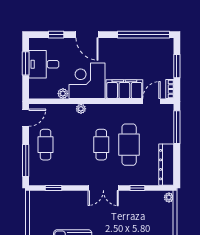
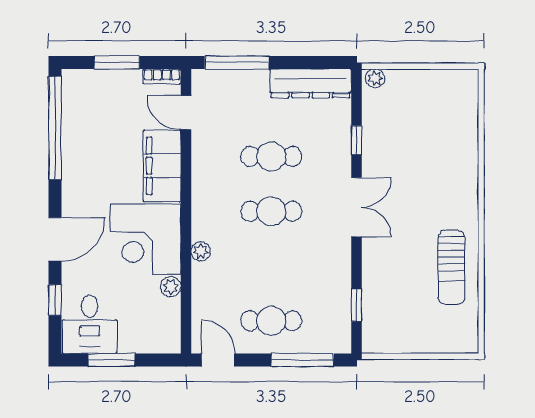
desk: (44, 64) -> (90, 324), moved
cafe table: (129, 145) -> (271, 156), width x0.73, depth x0.74

